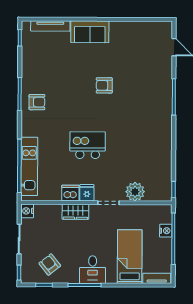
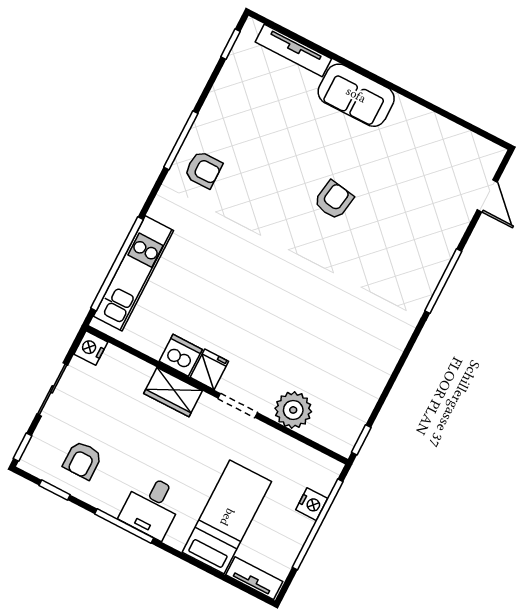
armchair: (104, 85) -> (334, 200), turned 99
kitchen island: (88, 145) -> (253, 288), removed
armchair: (50, 265) -> (83, 460), turned -142

